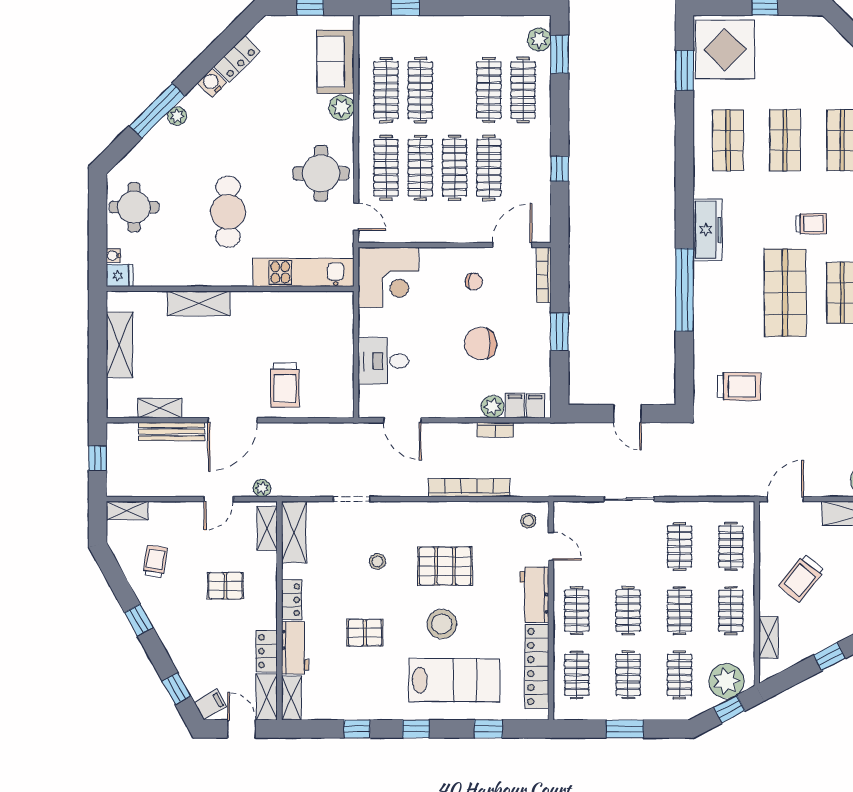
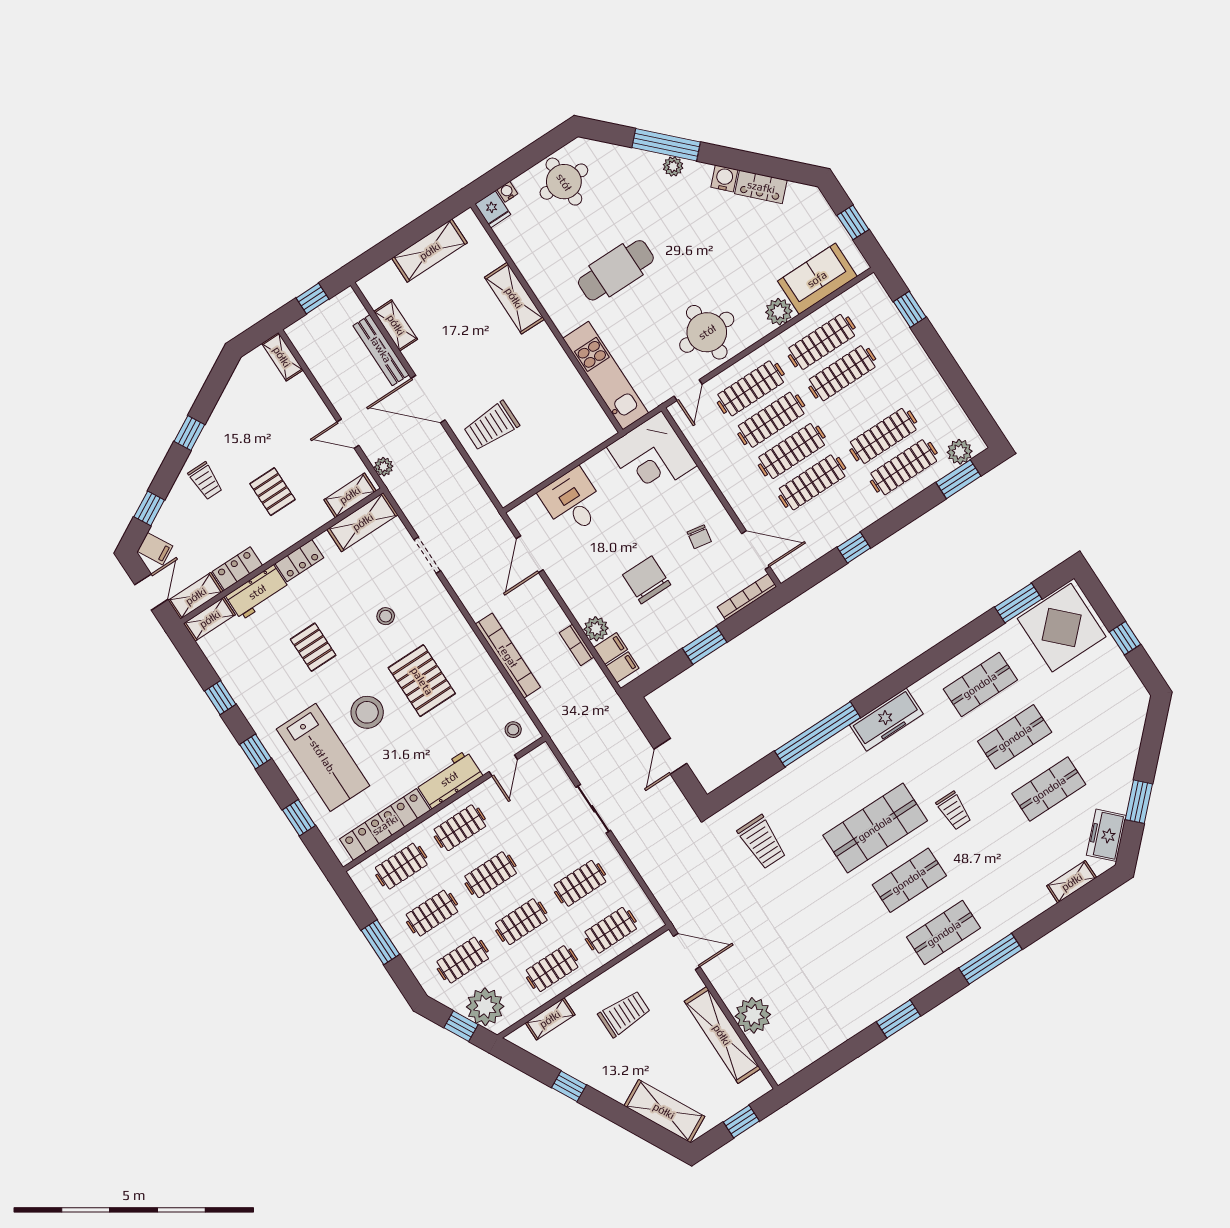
trolley: (155, 561) -> (205, 481), moved, turned 81
trolley: (802, 578) -> (624, 1014), turned 141

